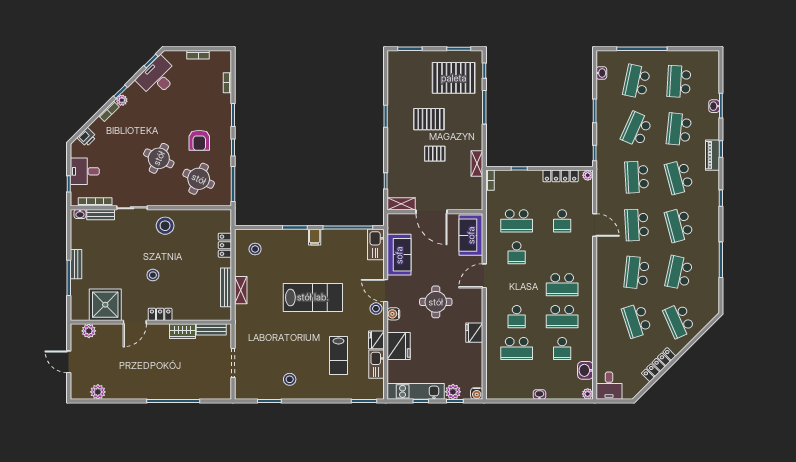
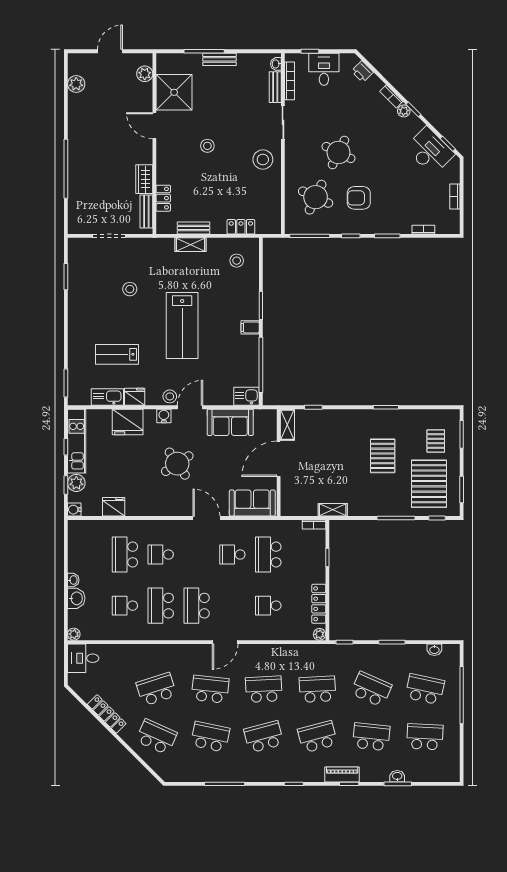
pallet: (435, 154) -> (436, 441), moved
door: (595, 225) -> (225, 642), moved
kitchen sink: (376, 245) -> (246, 396), width x0.73
bench: (226, 287) -> (193, 228), width x0.73
round table: (436, 302) -> (177, 464), turned -34
locker: (160, 314) -> (163, 198), moved
school desk: (679, 320) -> (156, 737), turned 48
fridge: (474, 333) -> (114, 507), moved
washbasin: (585, 370) -> (76, 598), moved, turned 90
stool: (290, 379) -> (130, 289), moved

